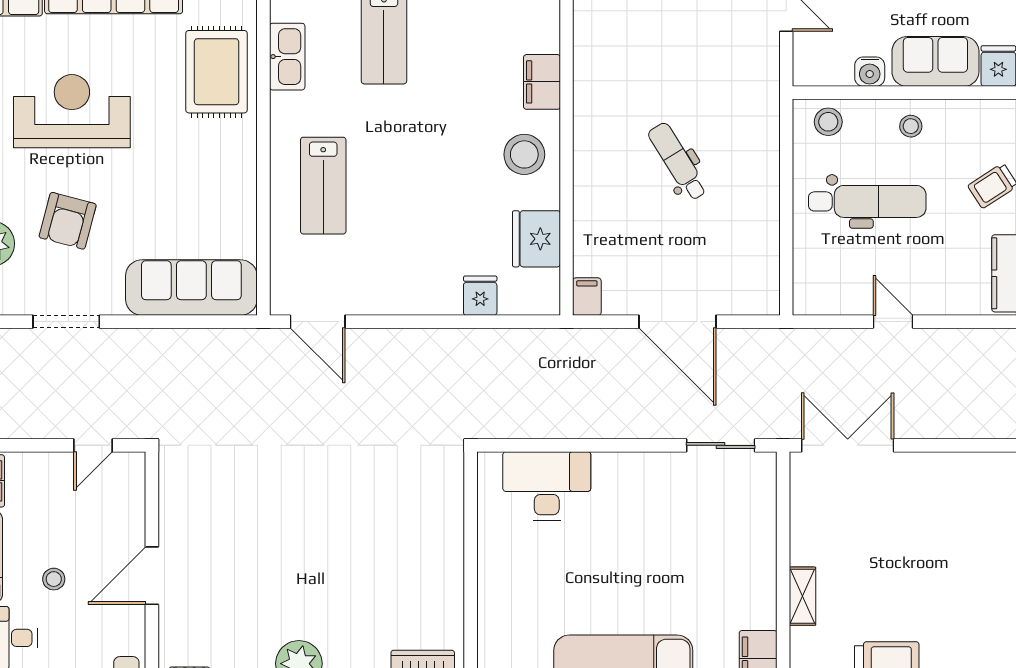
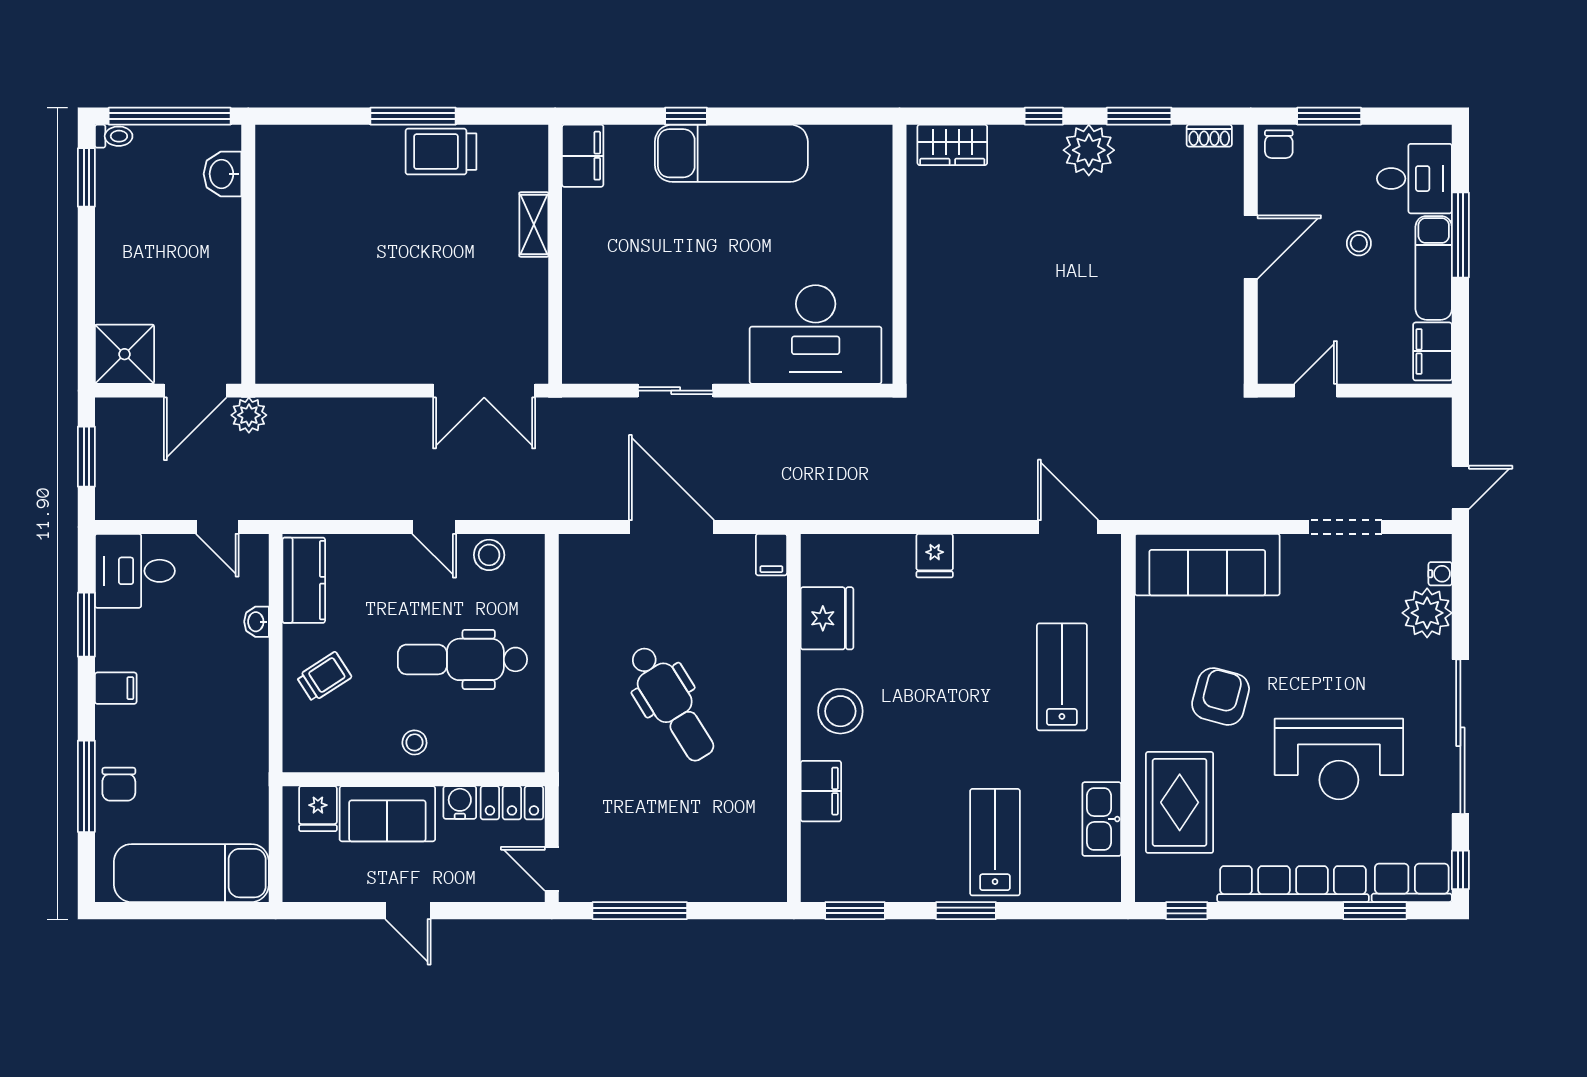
locker: (822, 71) -> (512, 803), added
stool: (828, 122) -> (489, 555), moved
dental chair: (678, 162) -> (671, 703), width x1.36, depth x1.38
armchair: (68, 221) -> (1221, 696), moved
fridge: (480, 296) -> (935, 556), moved
sliding door: (721, 445) -> (676, 391), moved
desk: (547, 486) -> (816, 334), width x1.36, depth x1.30

